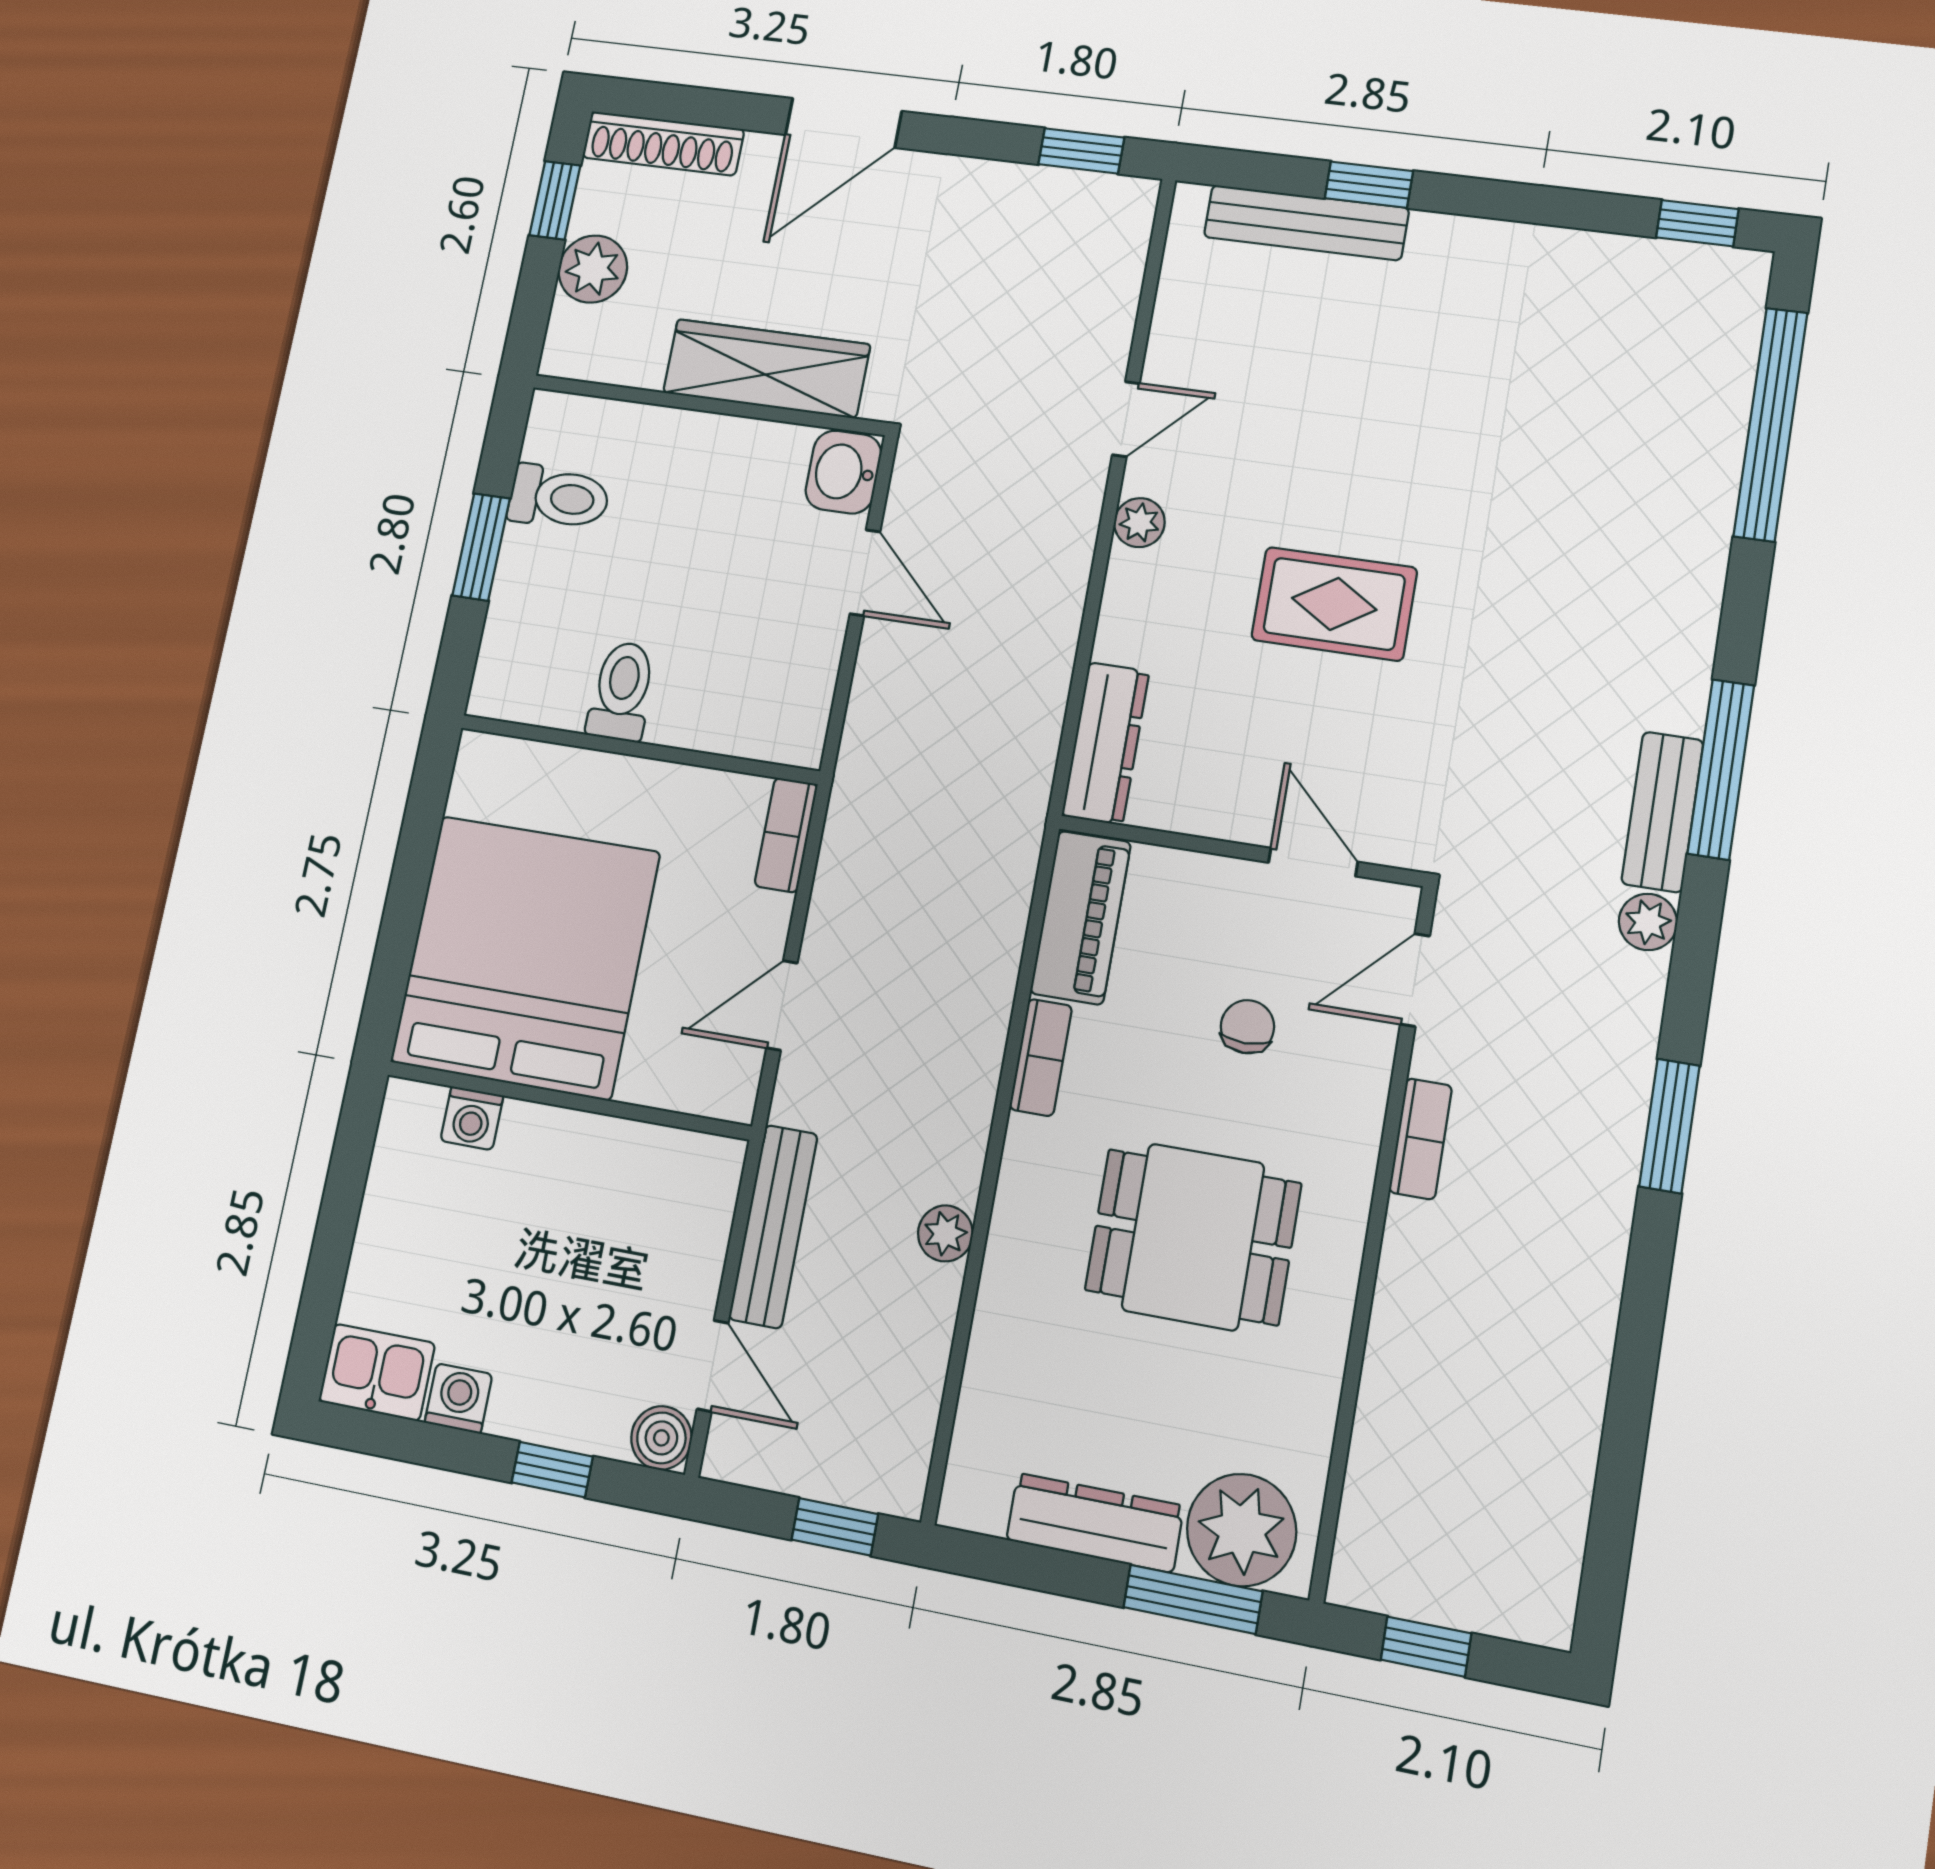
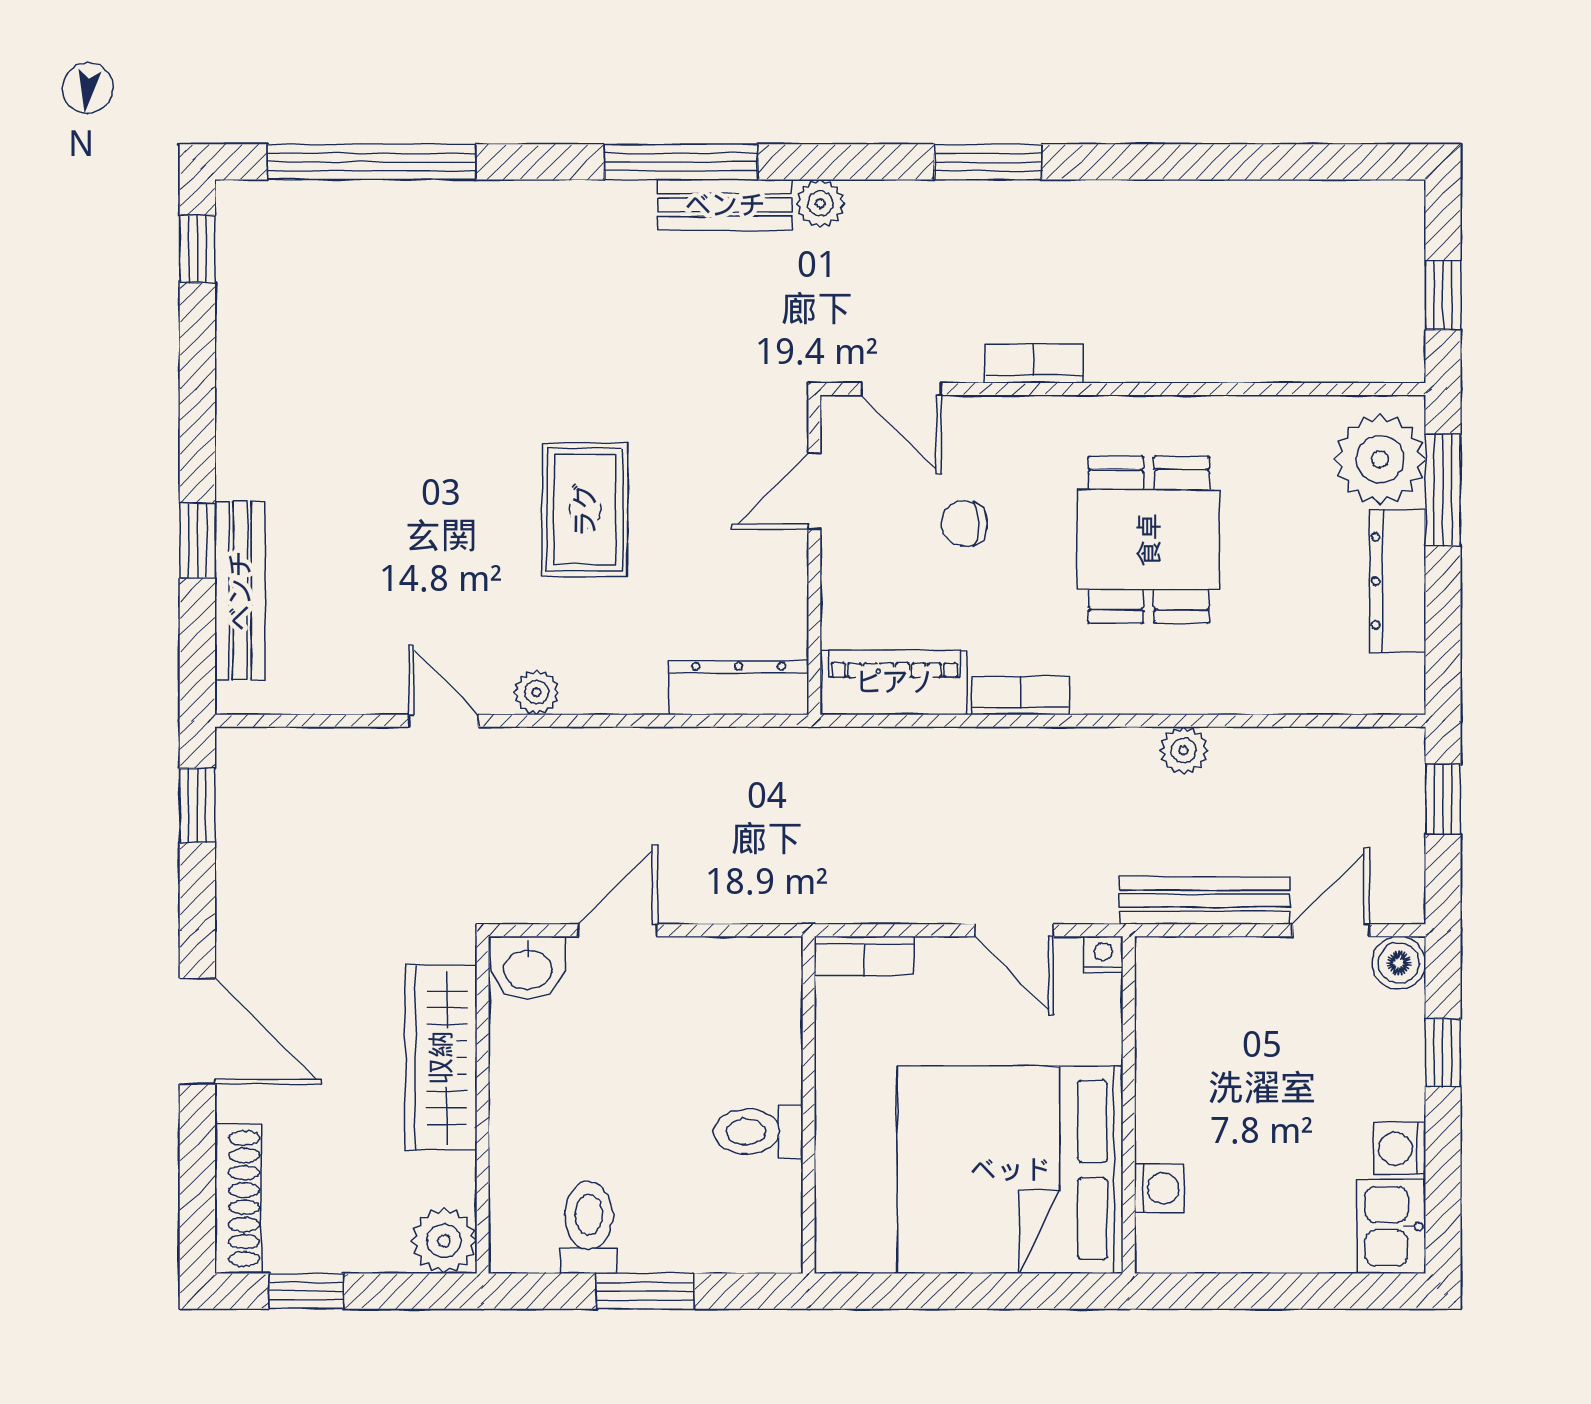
plant: (593, 269) -> (444, 1241), moved
nightstand: (736, 1101) -> (1103, 955), added

